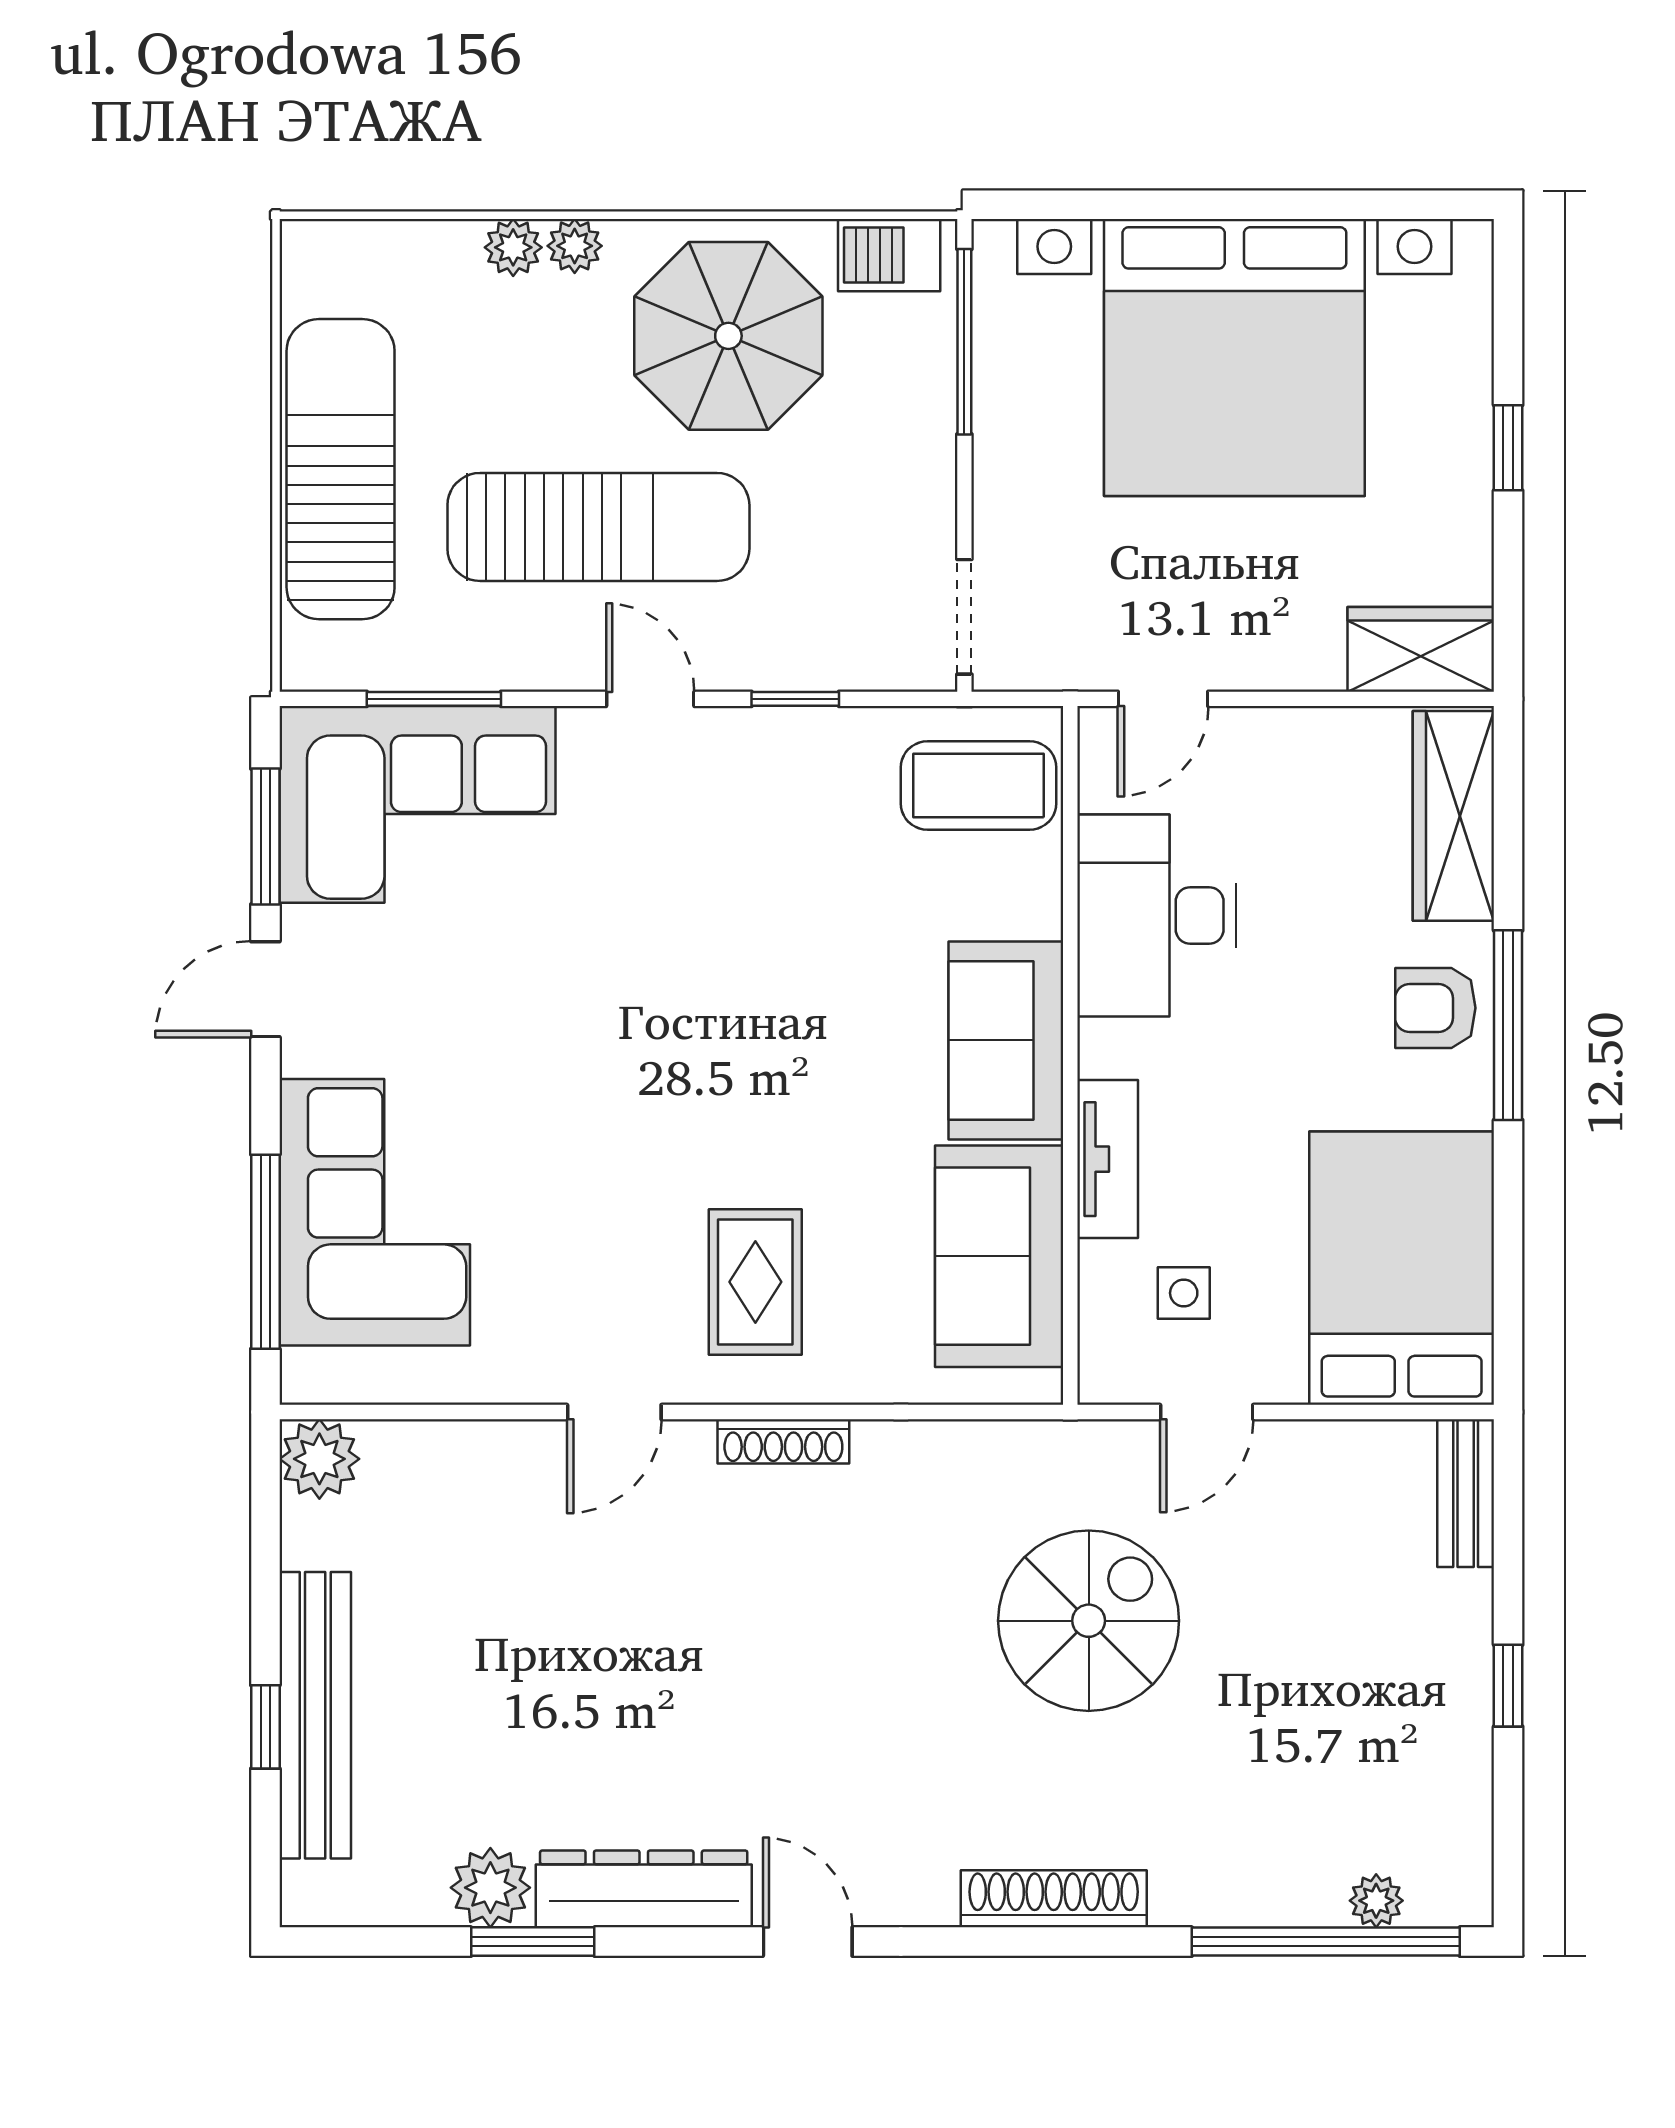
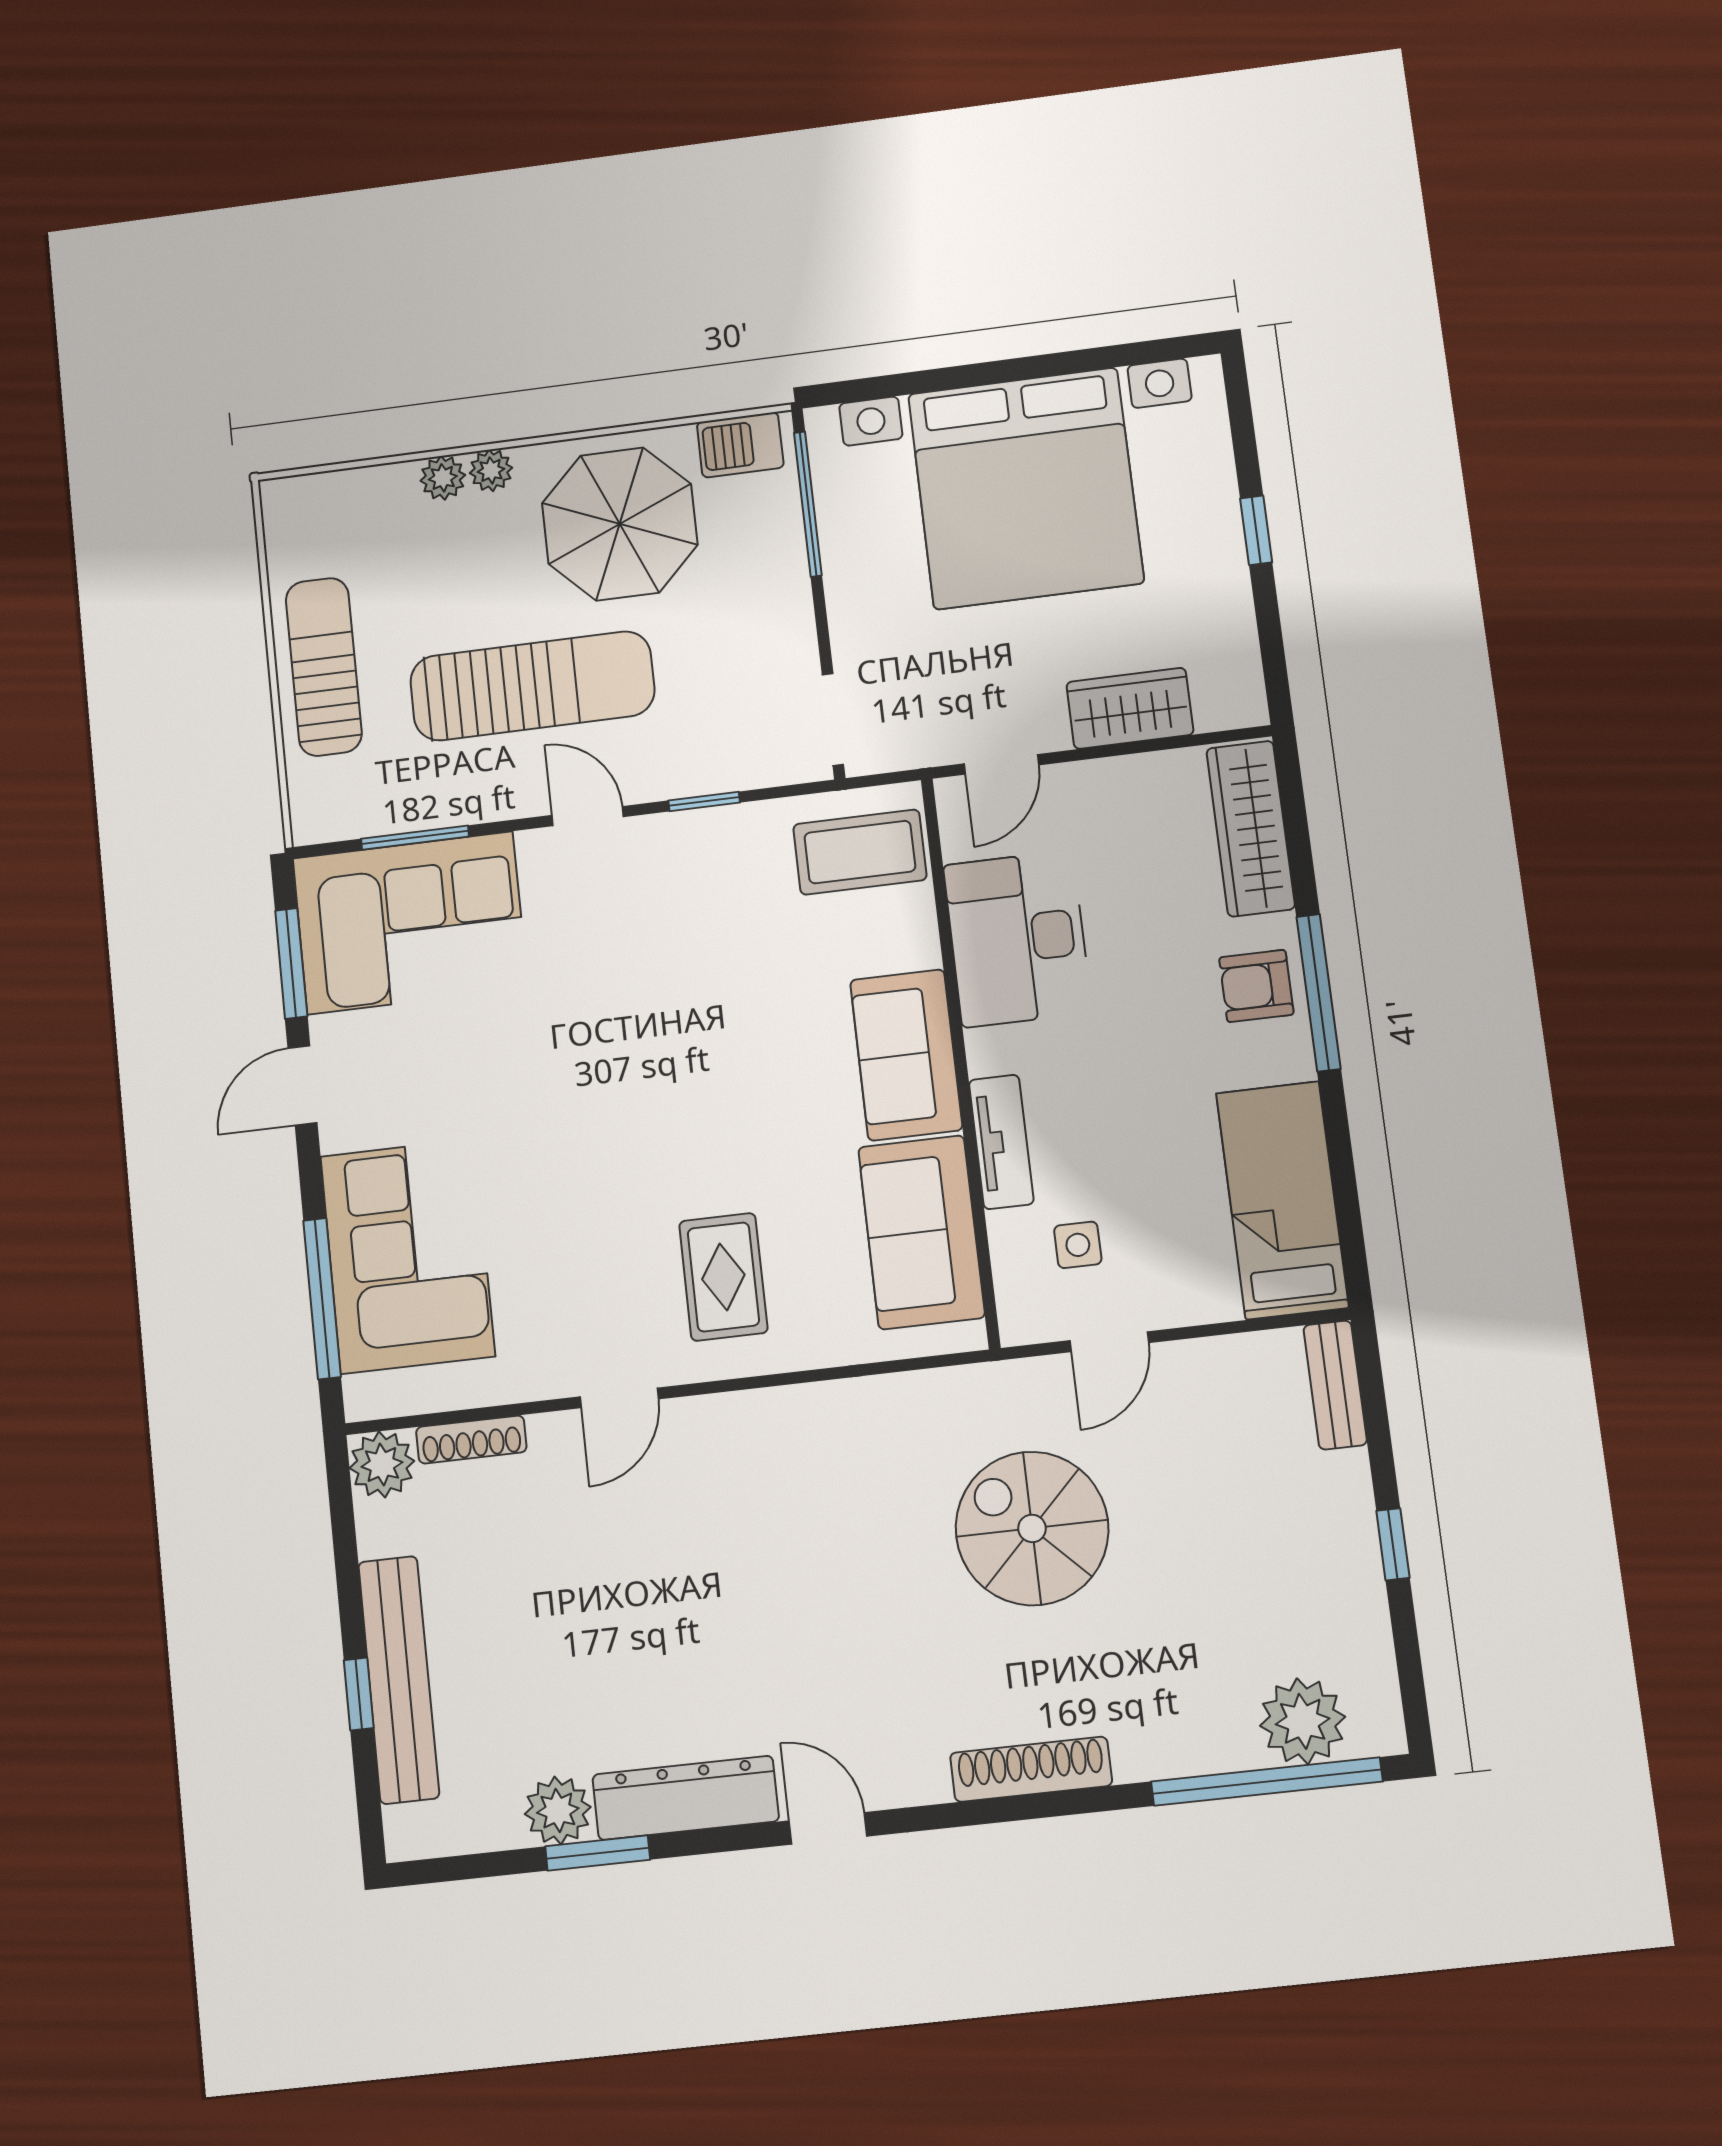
sun lounger: (341, 469) -> (324, 667), width x0.73, depth x0.75
wardrobe: (1421, 649) -> (1130, 708), moved
bed: (1402, 1268) -> (1282, 1200), width x0.67
shoe rack: (783, 1441) -> (471, 1440), moved
spiral stairs: (1089, 1621) -> (1032, 1528), turned -90
plant: (1376, 1901) -> (1303, 1721), width x1.87, depth x1.87

